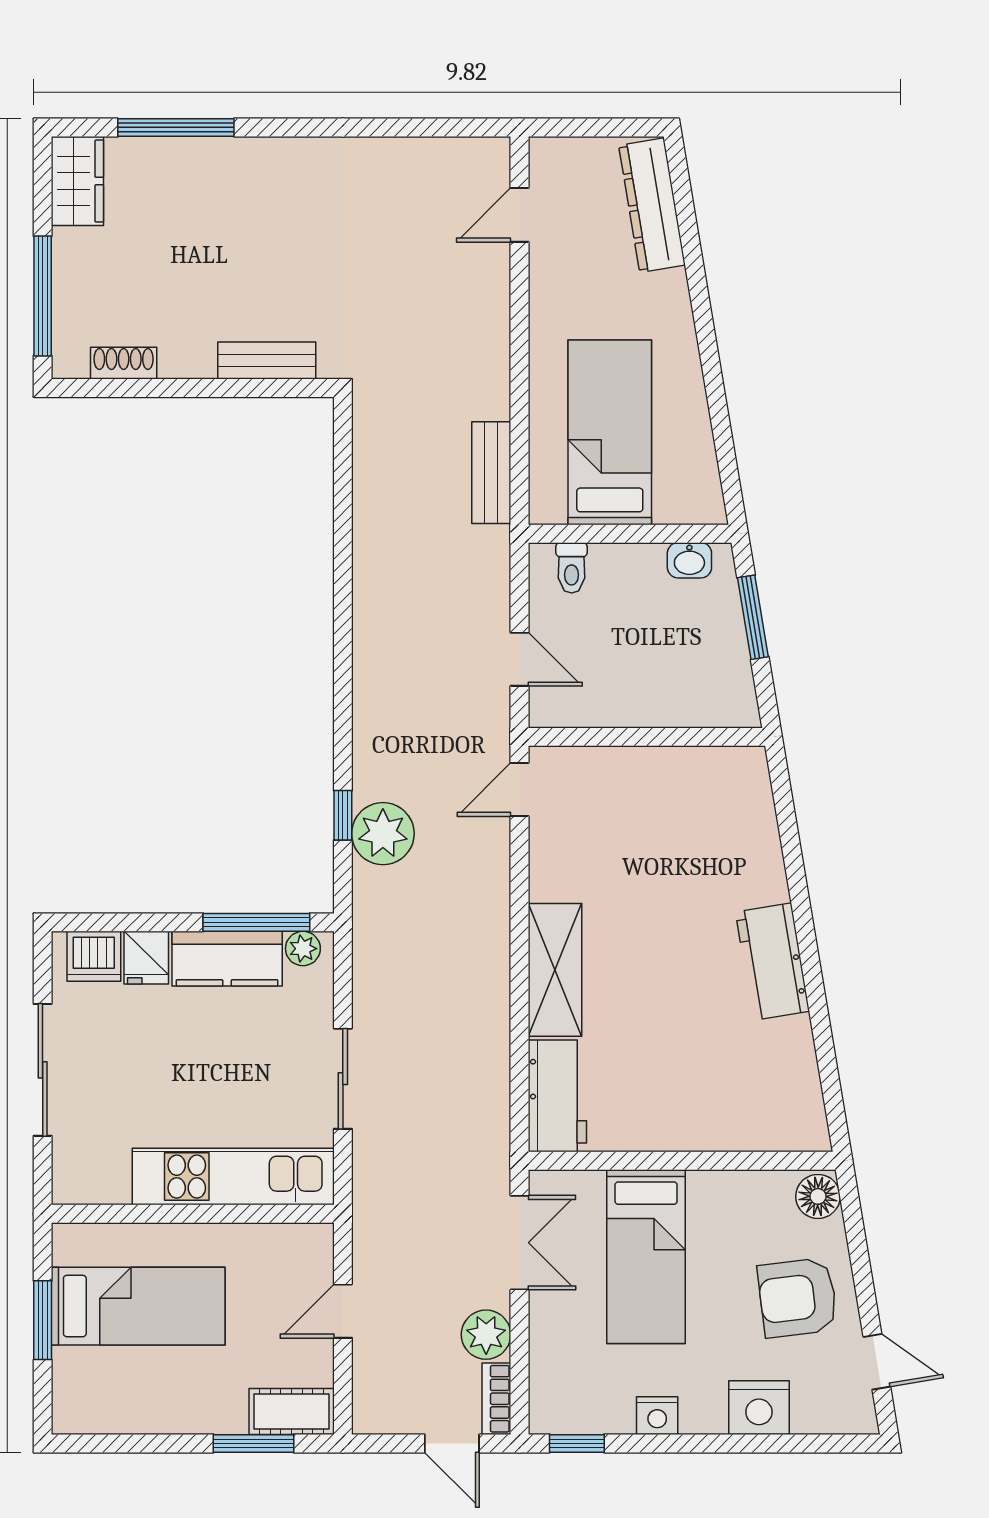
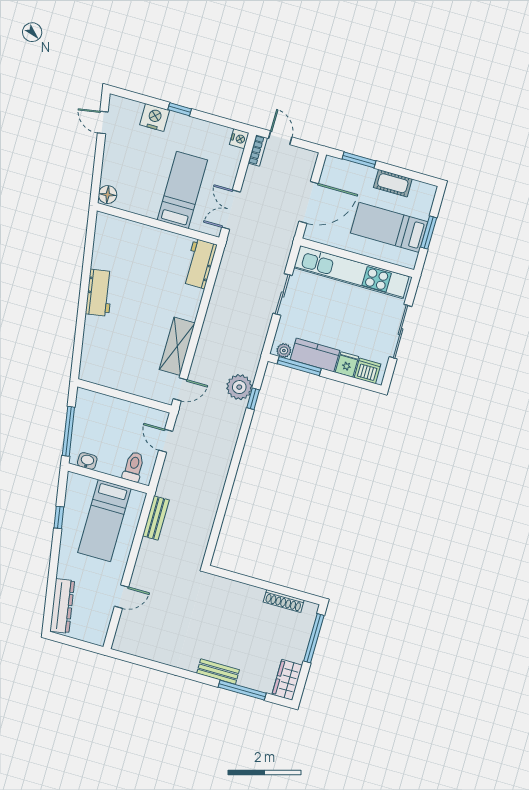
door: (520, 215) -> (121, 597), moved
bench: (267, 361) -> (218, 671), moved
shoe rack: (124, 363) -> (284, 601), width x1.43
window: (718, 410) -> (59, 517), added
toilet: (572, 568) -> (134, 467), width x1.37, depth x1.39
window: (753, 617) -> (68, 431), width x1.44
shelving: (555, 970) -> (177, 346), moved
kitchen unit: (233, 1177) -> (352, 272), width x1.36
armchair: (798, 1298) -> (127, 157), removed
door: (343, 1311) -> (309, 202), width x1.88
plant: (486, 1335) -> (255, 177), removed
cot: (292, 1411) -> (393, 183), moved
nightstand: (657, 1416) -> (239, 139), moved, turned 90
window: (577, 1443) -> (180, 109), moved

